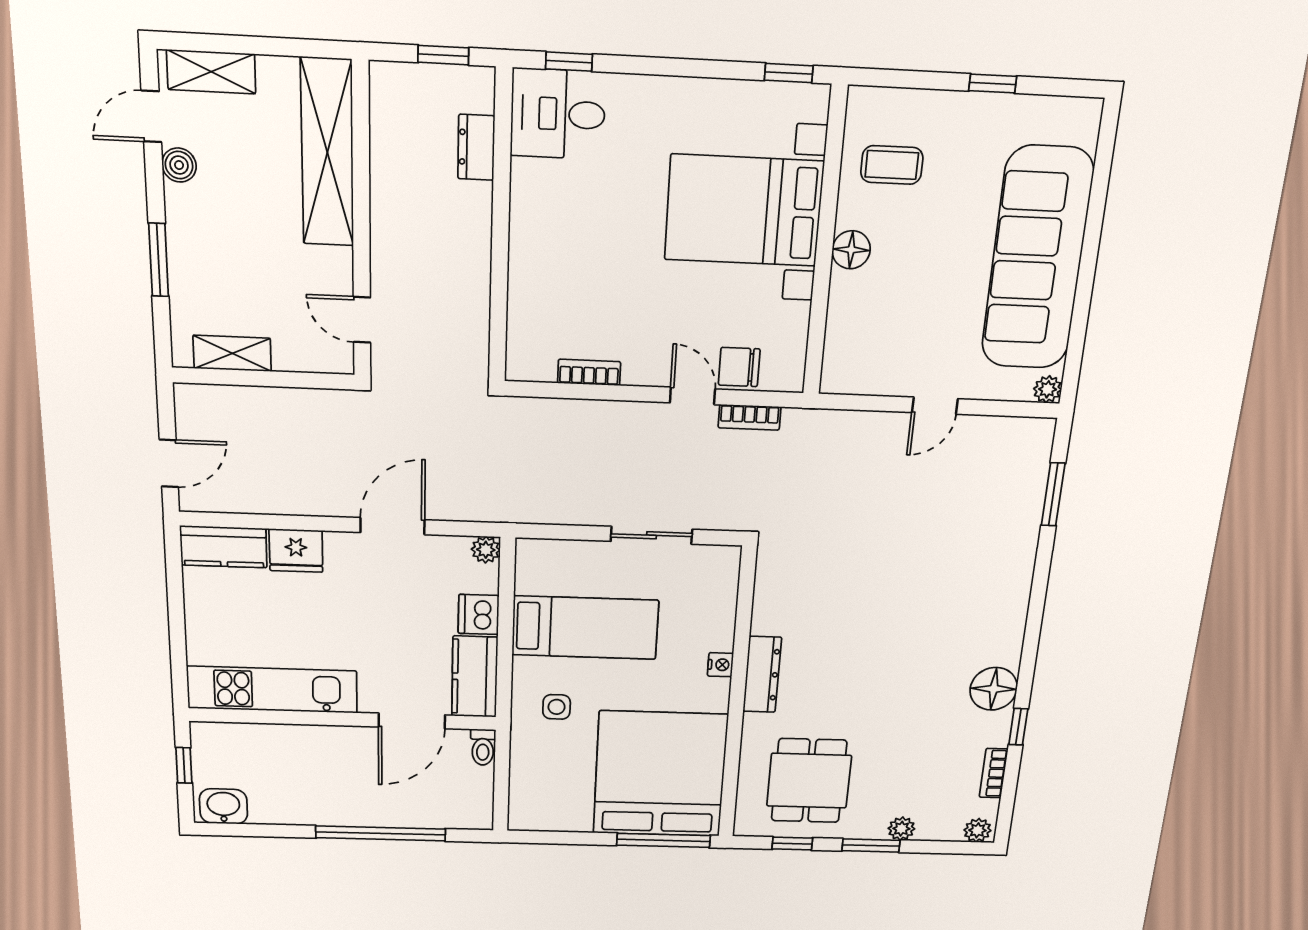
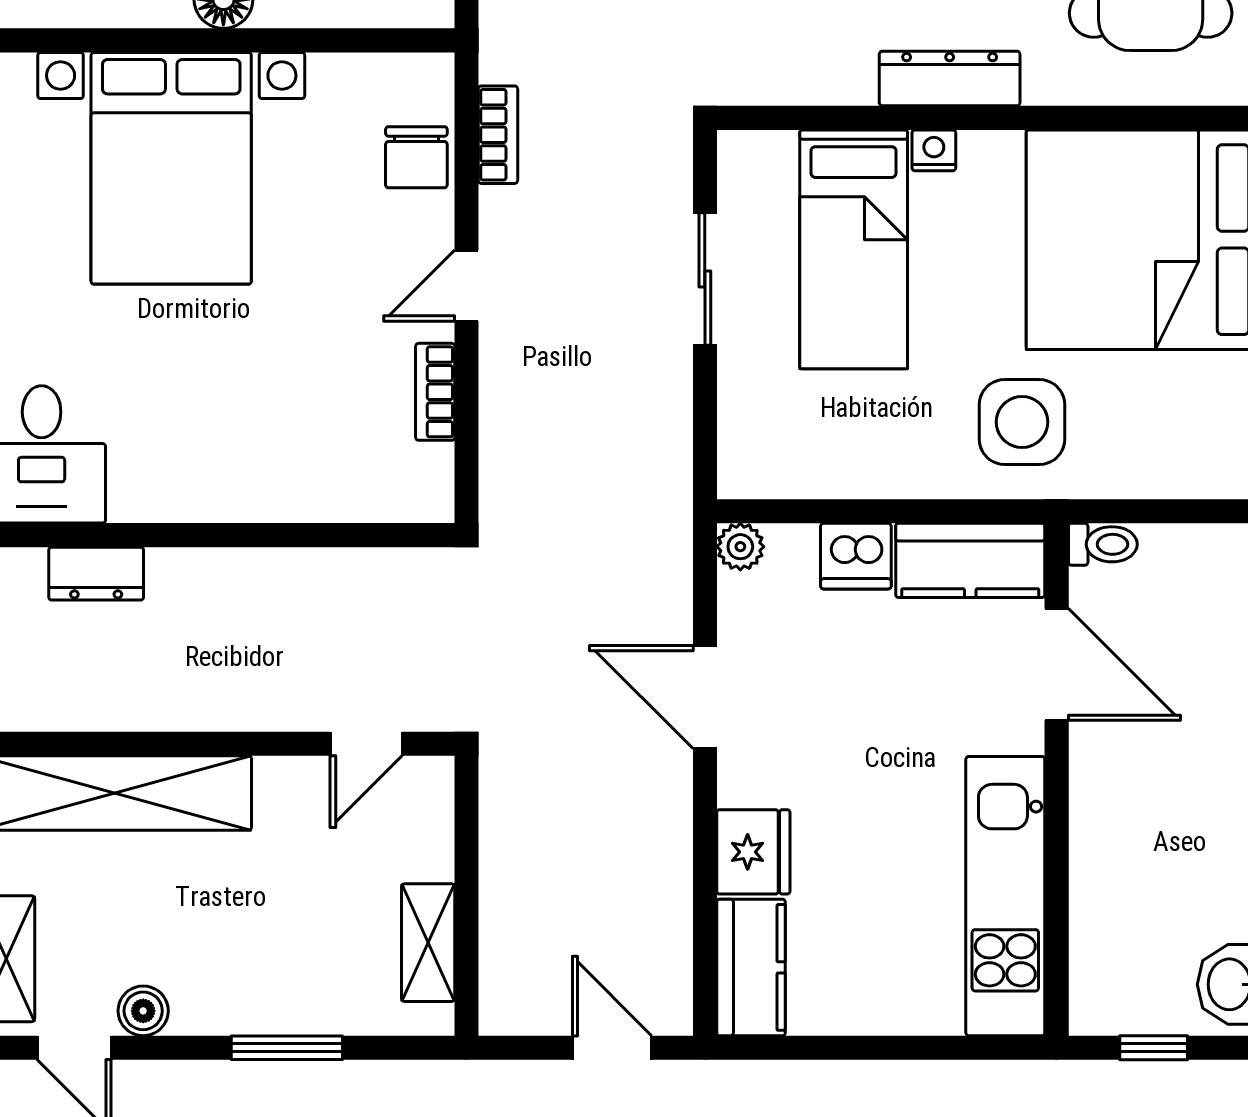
door: (692, 396) -> (467, 286), moved
bed: (585, 628) -> (854, 249), moved, turned 180
side table: (557, 707) -> (1022, 422), width x1.87, depth x1.87

